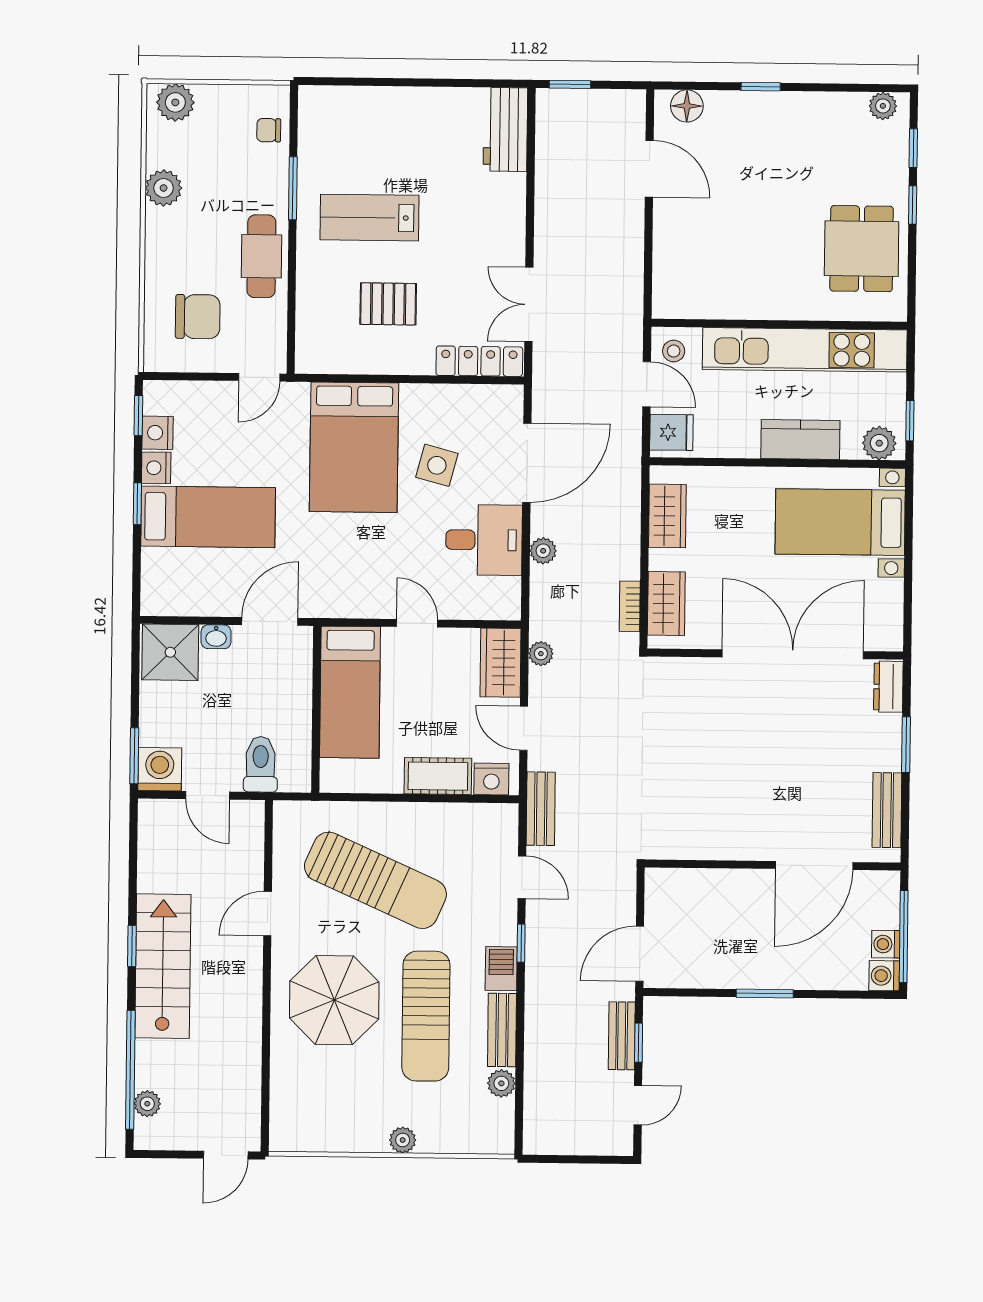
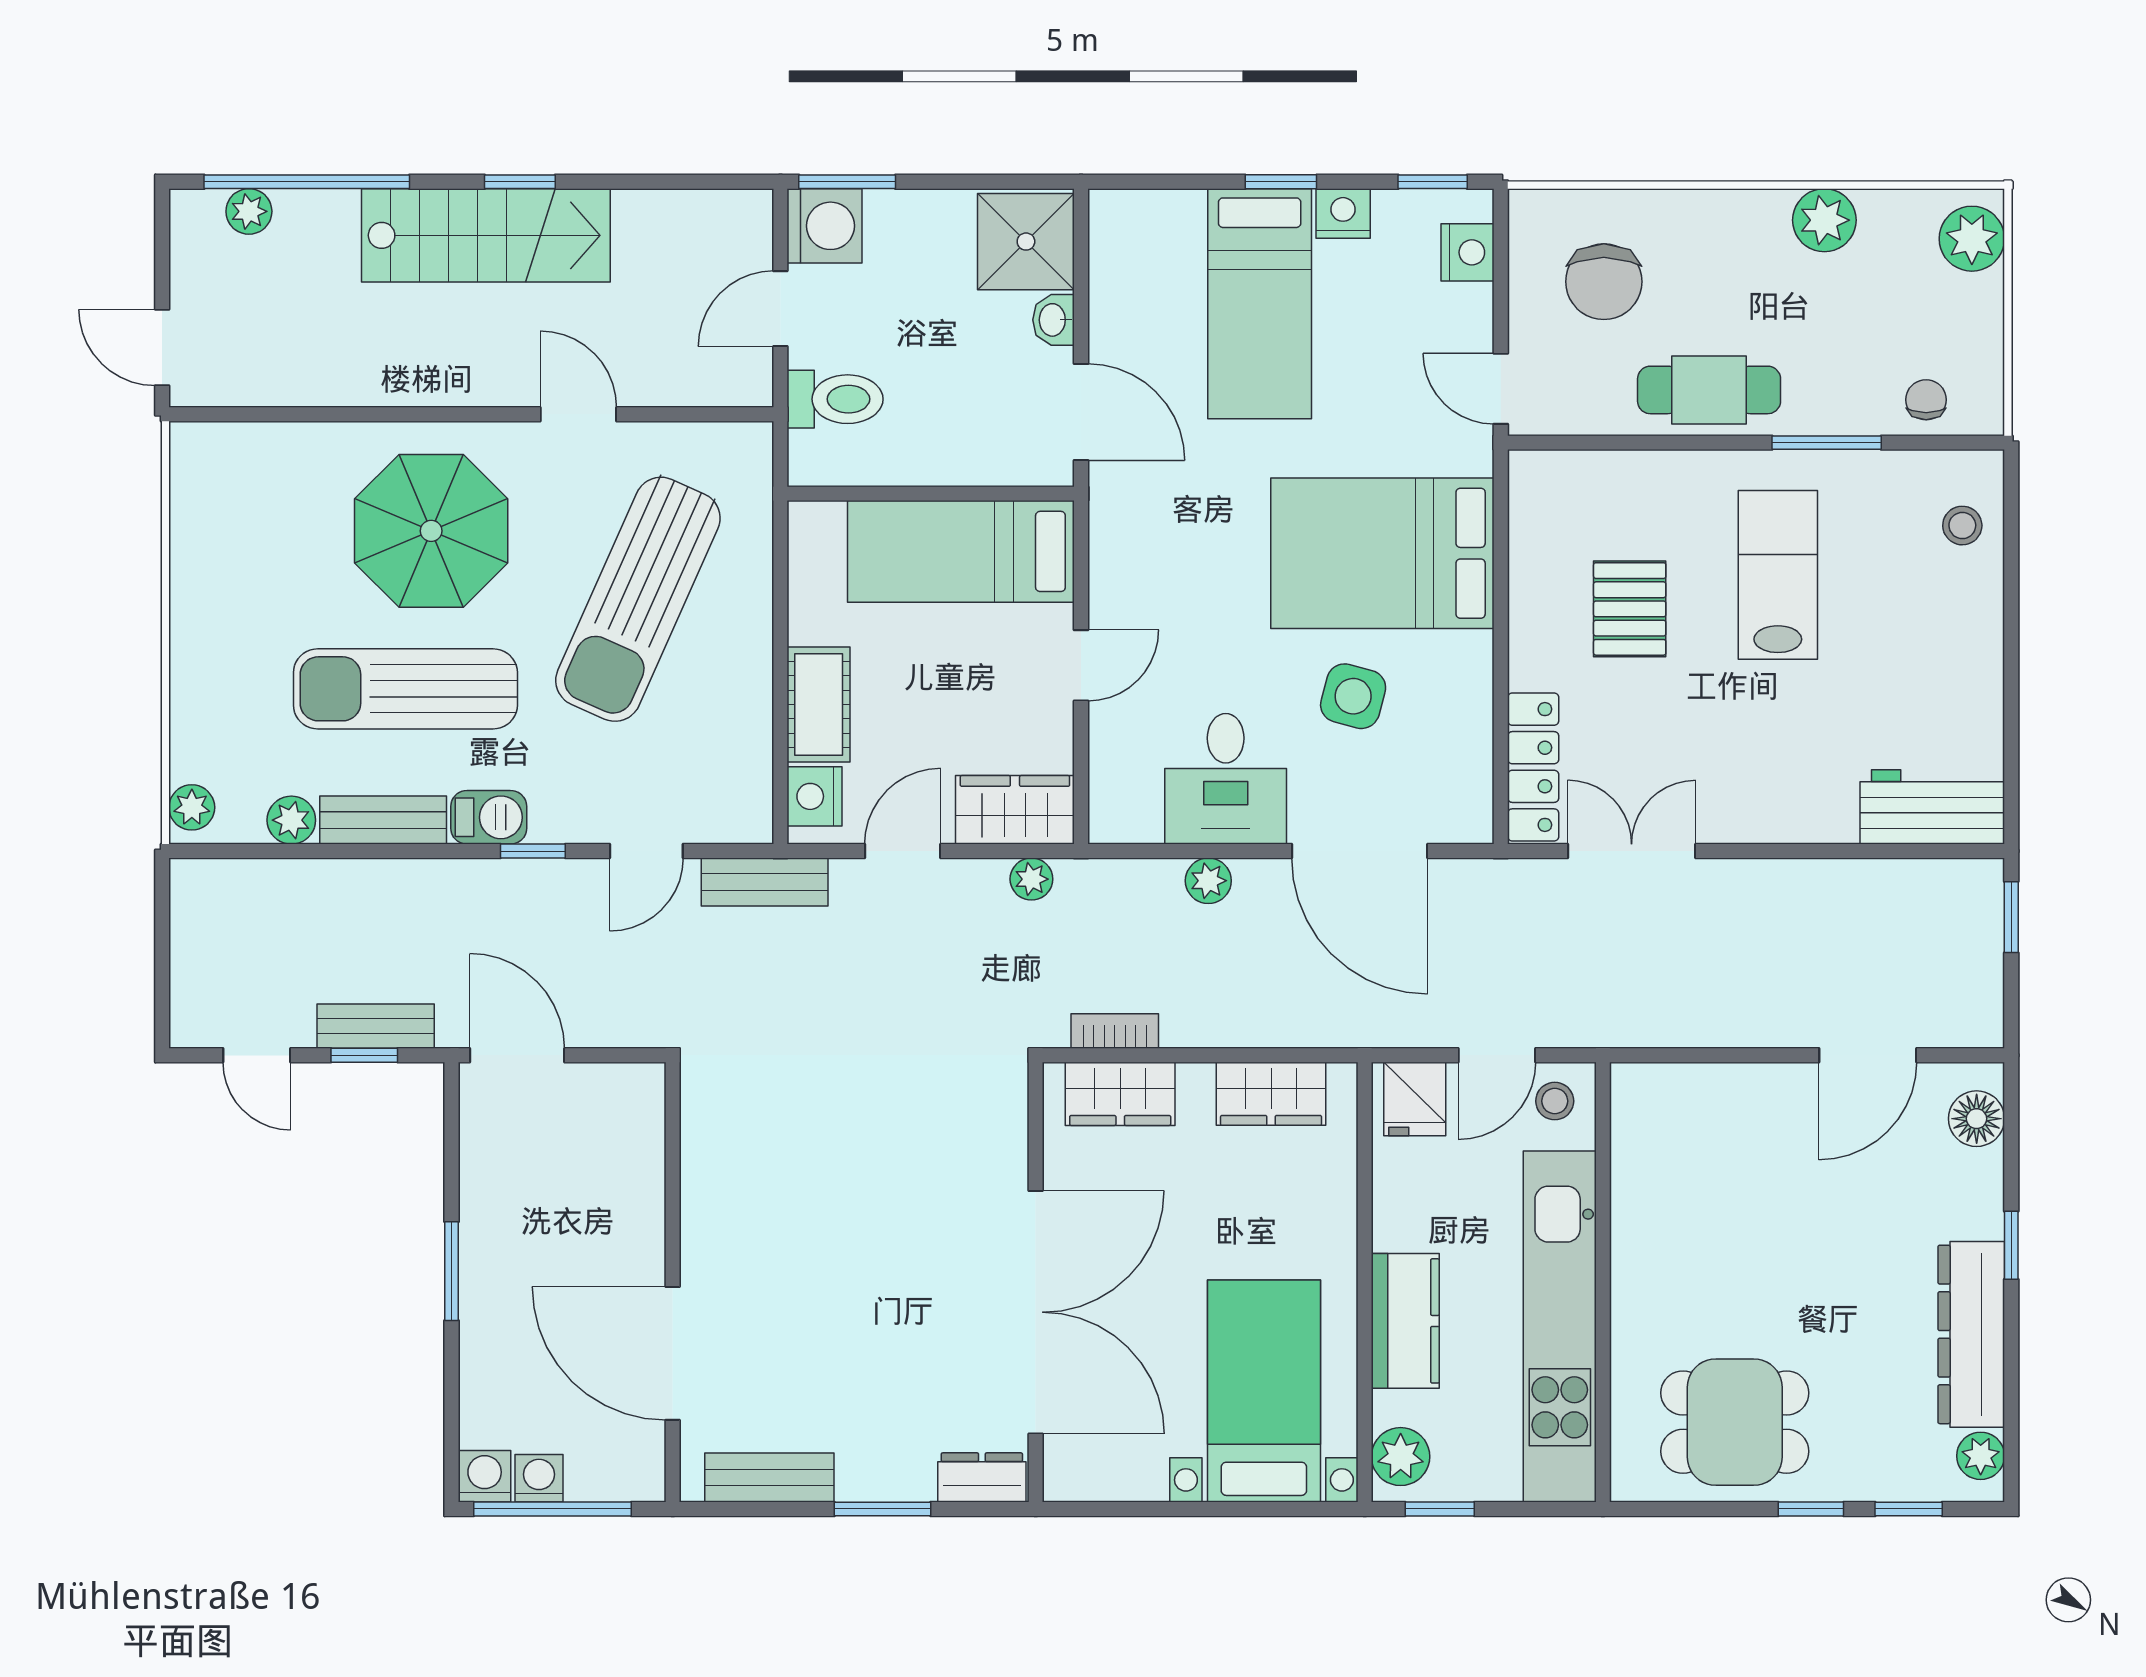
stool: (342, 110) -> (1962, 526), added
dresser: (812, 111) -> (1971, 1334), added
nightstand: (158, 433) -> (1468, 252), moved, turned 90
plant: (403, 1140) -> (192, 807), moved

